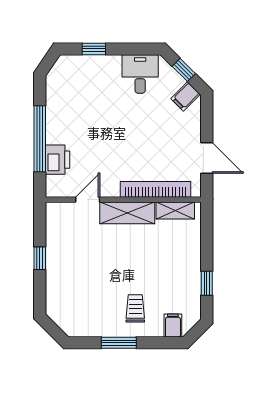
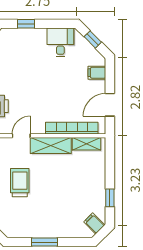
filing cabinet: (186, 96) -> (97, 73), moved, turned 45
door: (207, 158) -> (110, 105), swing flipped
trolley: (135, 308) -> (20, 183), moved, width x1.36, depth x1.39
filing cabinet: (173, 325) -> (94, 224), moved, turned -45

